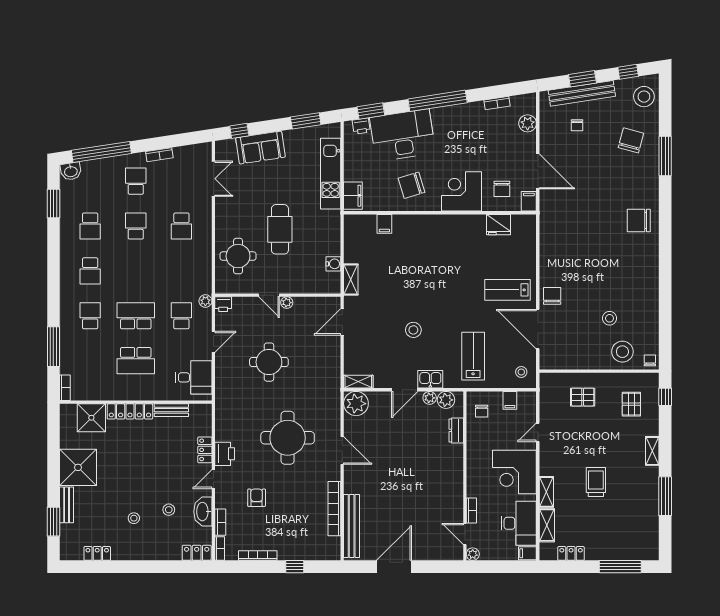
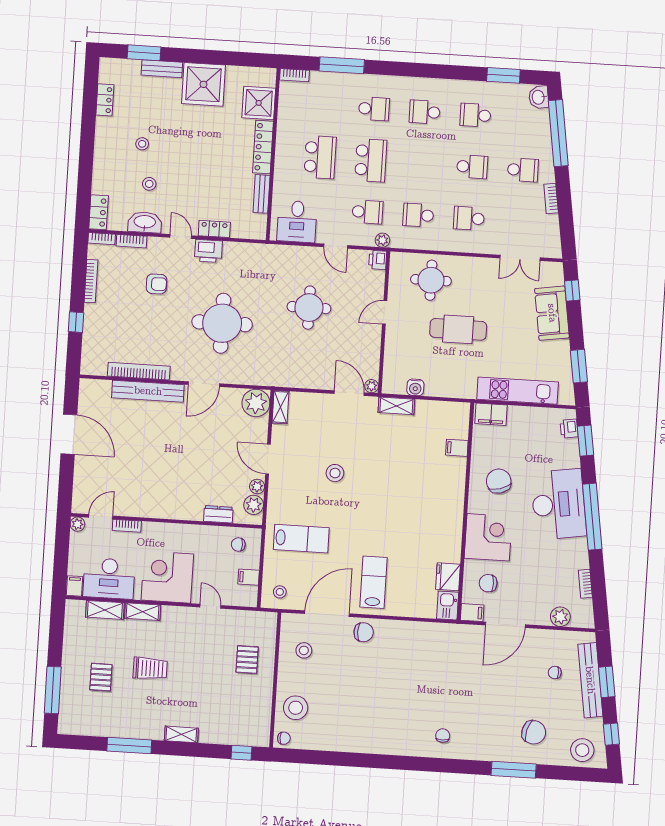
desk: (402, 135) -> (558, 504), moved
chair: (639, 220) -> (443, 736), width x0.54, depth x0.54
school desk: (181, 271) -> (418, 215), added
plant: (287, 303) -> (372, 386), moved
stool: (610, 318) -> (304, 650), moved
school desk: (136, 361) -> (320, 157), turned 180
kitchen sink: (430, 379) -> (448, 606), moved, turned 180
pallet: (631, 404) -> (101, 677), moved, turned 90
bench: (352, 526) -> (148, 391), moved
locker: (571, 553) -> (71, 635), removed

